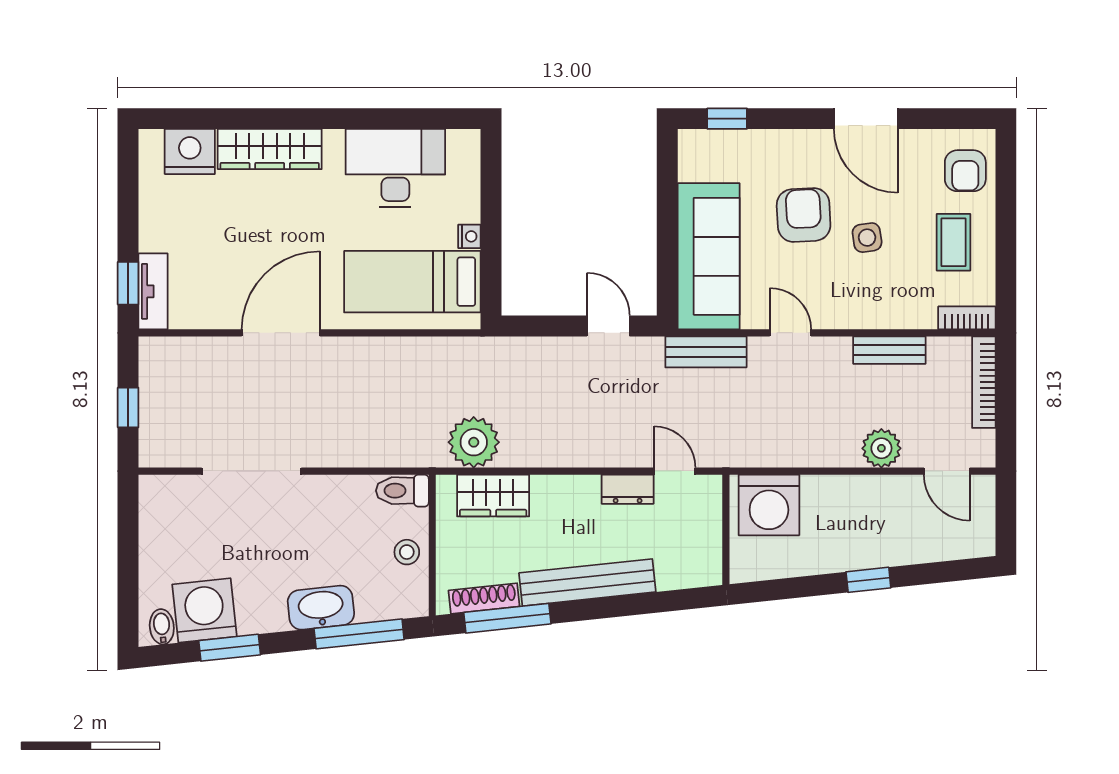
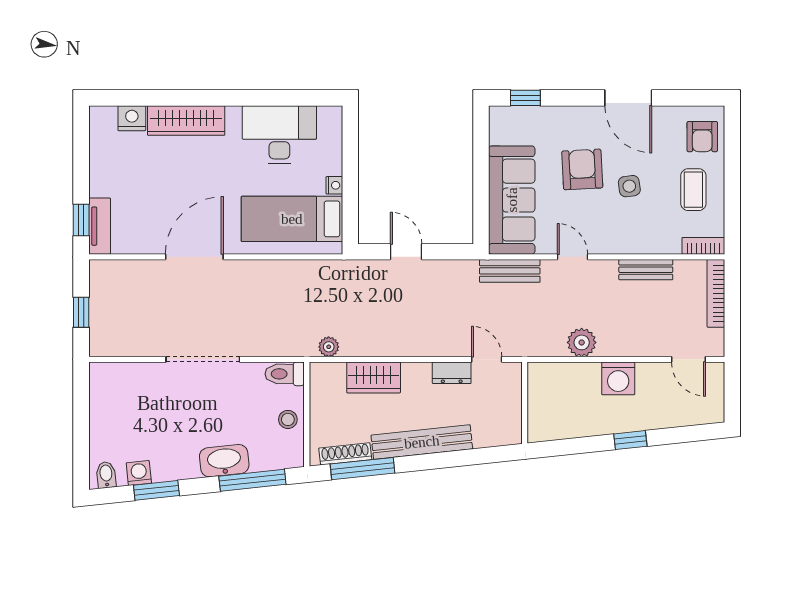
nightstand: (190, 152) -> (132, 118), width x0.74, depth x0.75
door: (608, 326) -> (406, 252), moved
plant: (474, 442) -> (329, 347), width x0.53, depth x0.53
plant: (881, 448) -> (582, 342), moved
doorway: (252, 471) -> (203, 359), moved
wardrobe: (493, 495) -> (374, 378), moved
washing machine: (769, 505) -> (618, 378), moved, width x0.73, depth x0.73
washing machine: (204, 610) -> (139, 473), width x0.53, depth x0.53

